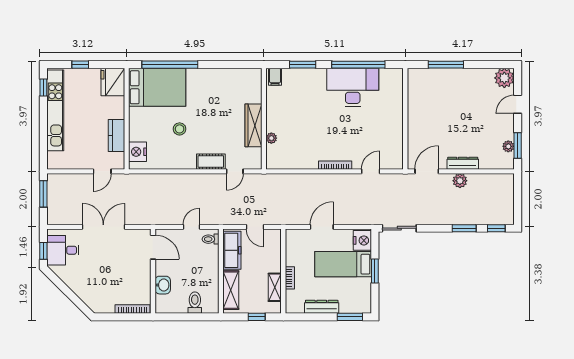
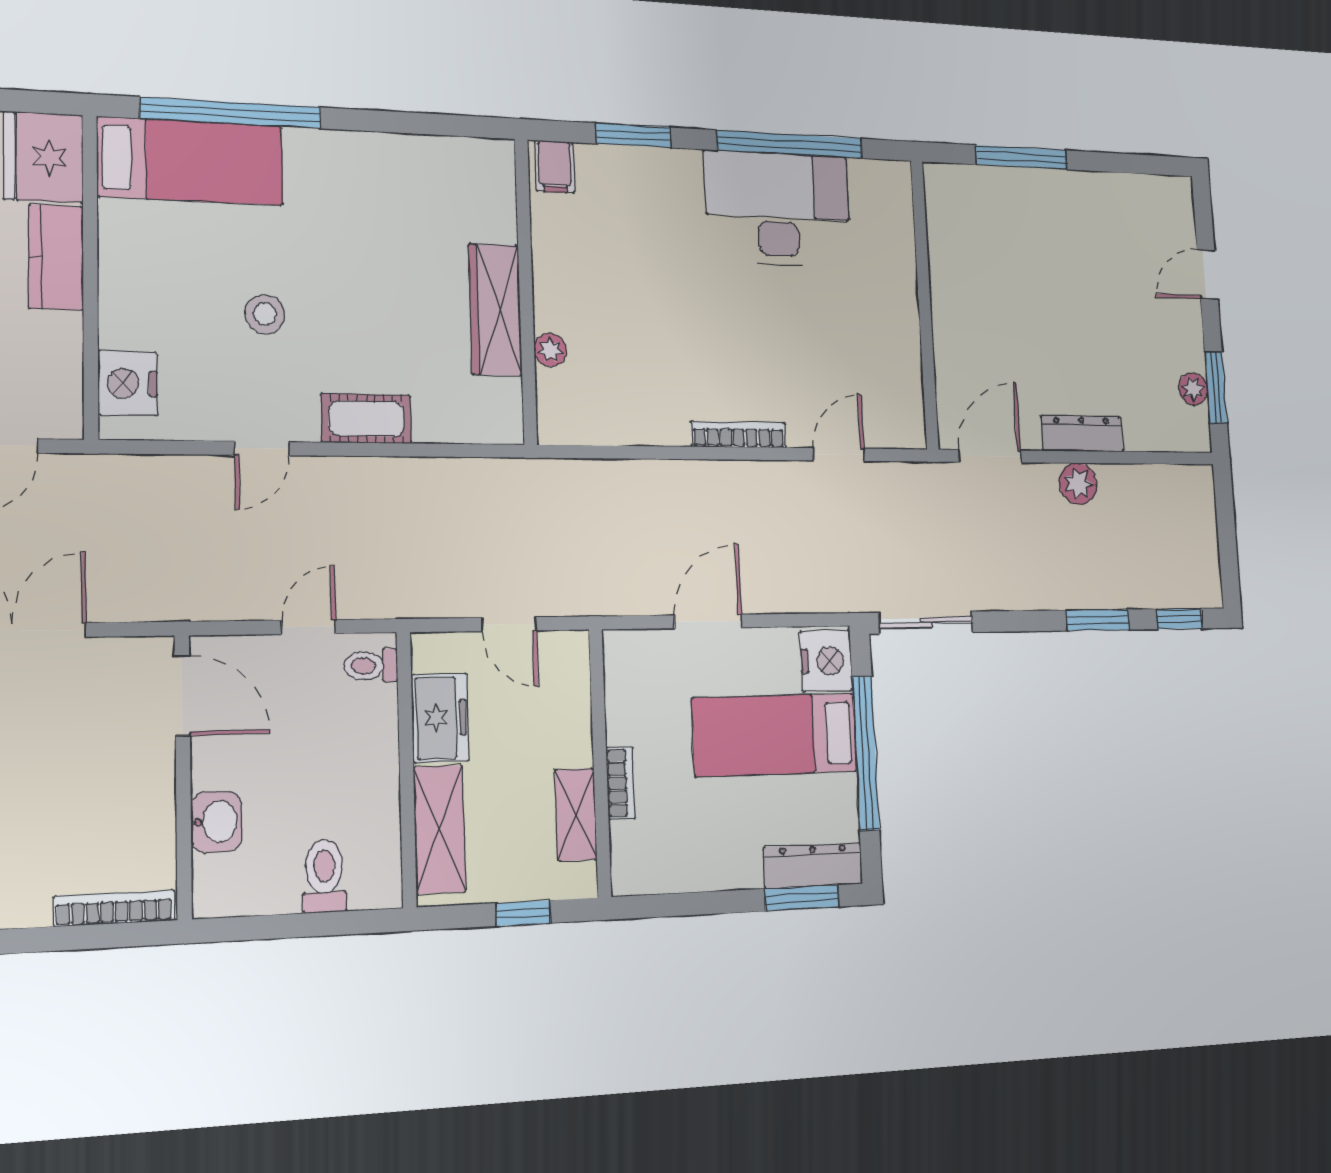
plant: (504, 78) -> (1170, 202), removed
bed: (157, 87) -> (190, 161), width x0.67
kitchen counter: (116, 136) -> (56, 257), moved
door: (235, 171) -> (262, 448), moved
freezer: (232, 250) -> (440, 718), width x0.71
window: (375, 271) -> (866, 753), width x2.11
dresser: (322, 307) -> (813, 866), moved

